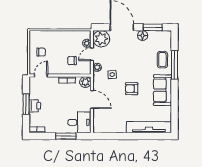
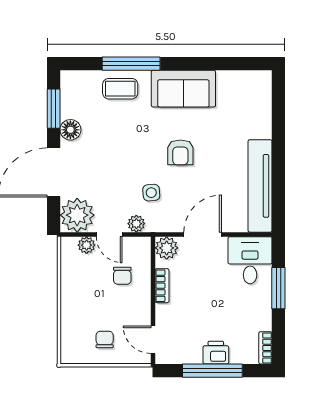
window: (26, 104) -> (212, 371), width x1.44
tv unit: (149, 127) -> (260, 186), moved

